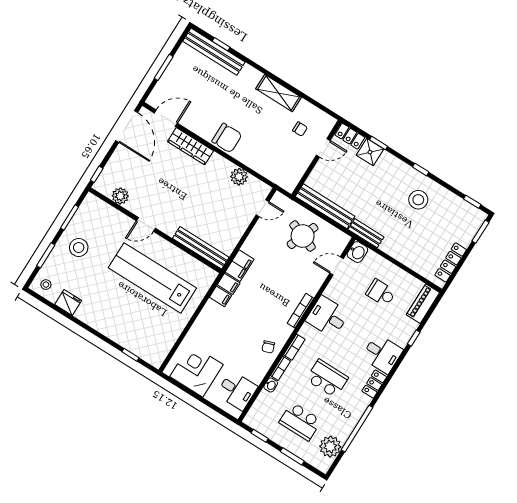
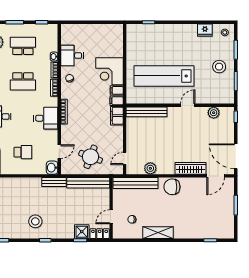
bench: (214, 52) -> (136, 183), moved
lab bench: (152, 278) -> (164, 76), turned 180
corner desk: (196, 371) -> (109, 71), moved, turned 90
desk: (237, 390) -> (72, 56), moved

